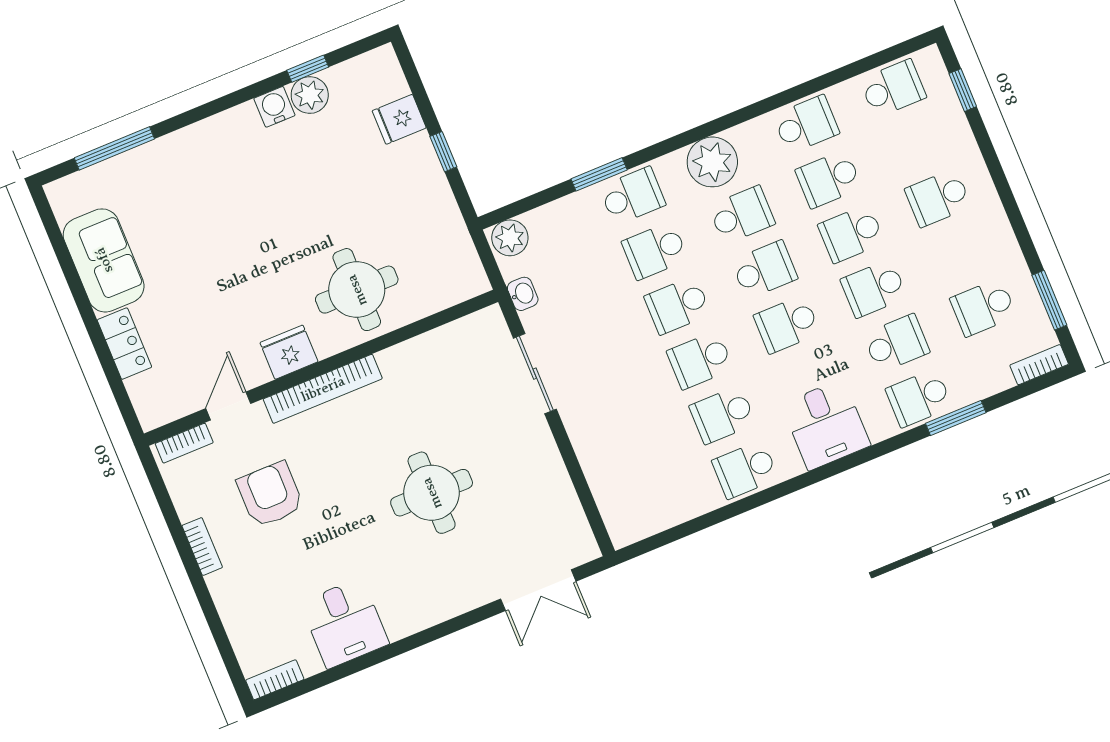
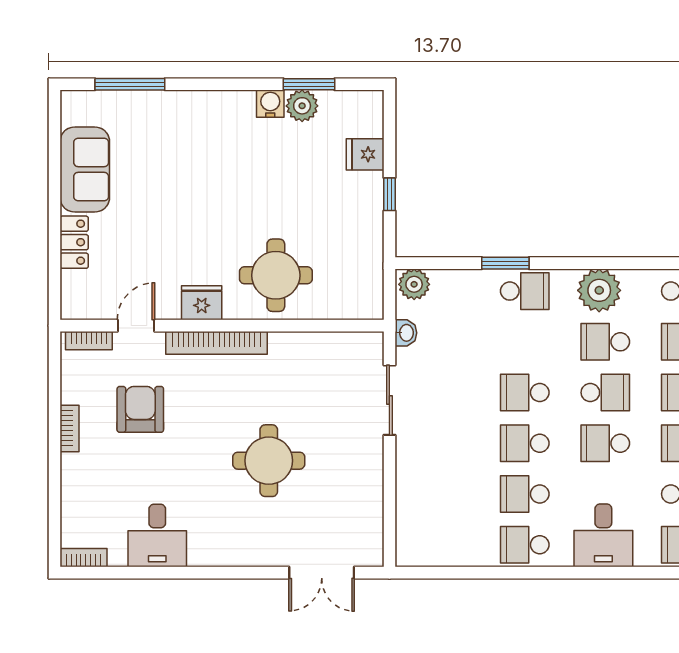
window: (308, 69) -> (309, 84), width x1.50
school desk: (742, 215) -> (605, 342), turned 180
school desk: (655, 251) -> (525, 342), removed

